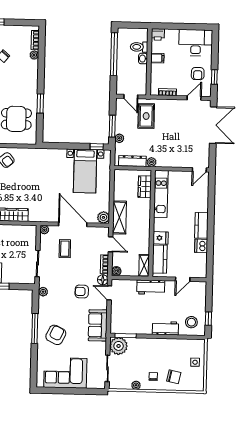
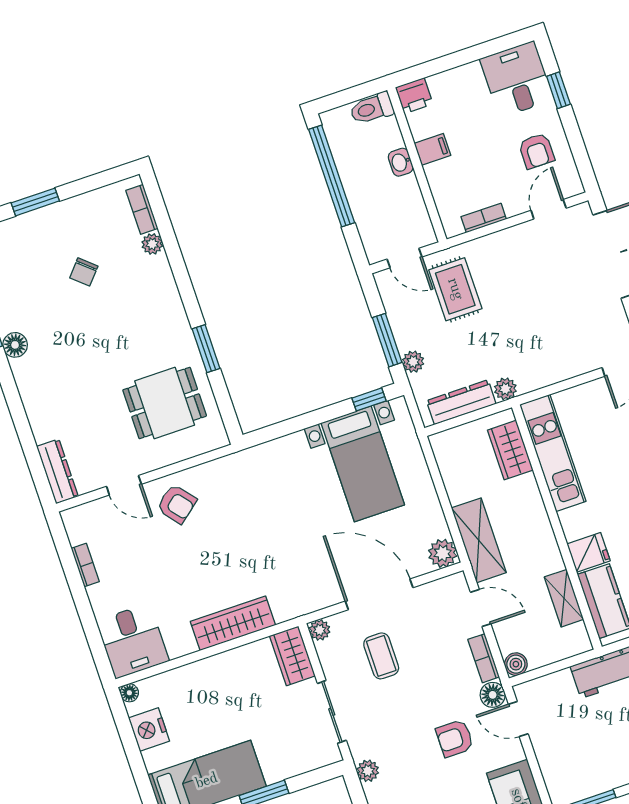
desk: (196, 43) -> (517, 79), width x0.73
toilet: (139, 47) -> (372, 108), moved
window: (214, 77) -> (558, 90), moved
wardrobe: (30, 236) -> (292, 656), added
shelving: (144, 266) -> (564, 598), moved

